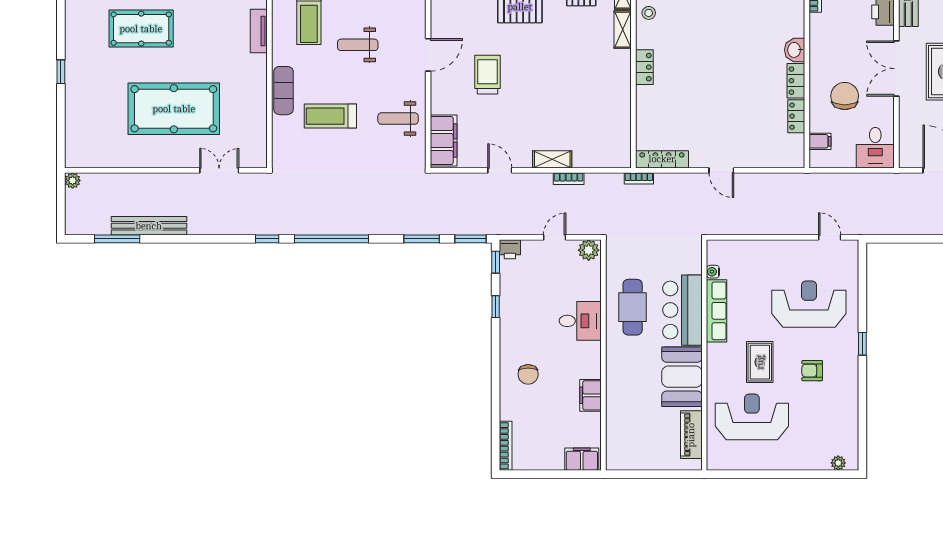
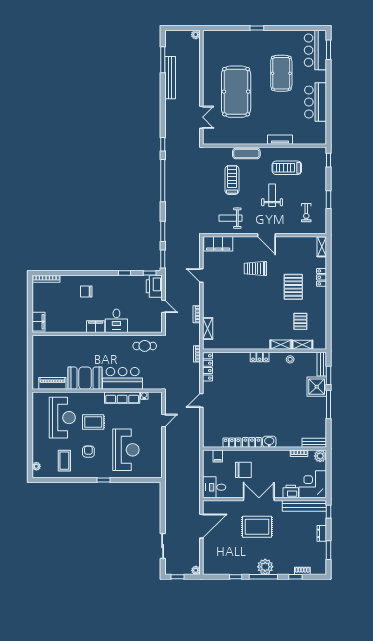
trolley: (487, 75) -> (255, 269), turned 180
weight bench: (398, 119) -> (231, 218), turned -90
shelving: (552, 159) -> (208, 329), moved
door: (500, 170) -> (201, 275), swing flipped
door: (830, 237) -> (164, 420), moved
printer: (510, 249) -> (154, 286), width x1.87, depth x1.48
plant: (589, 250) -> (156, 326), removed
cafe table: (633, 307) -> (145, 346), moved, width x0.73, depth x0.74
filing cabinet: (591, 395) -> (96, 327), moved
coffee table: (828, 413) -> (64, 461), added

